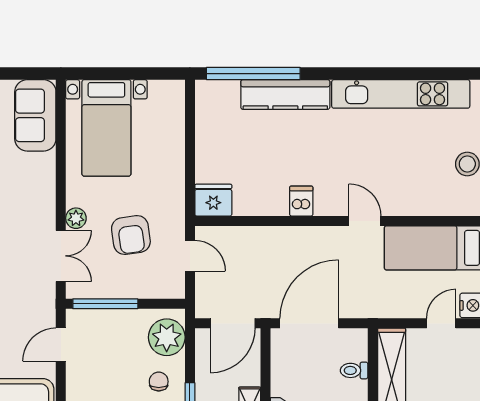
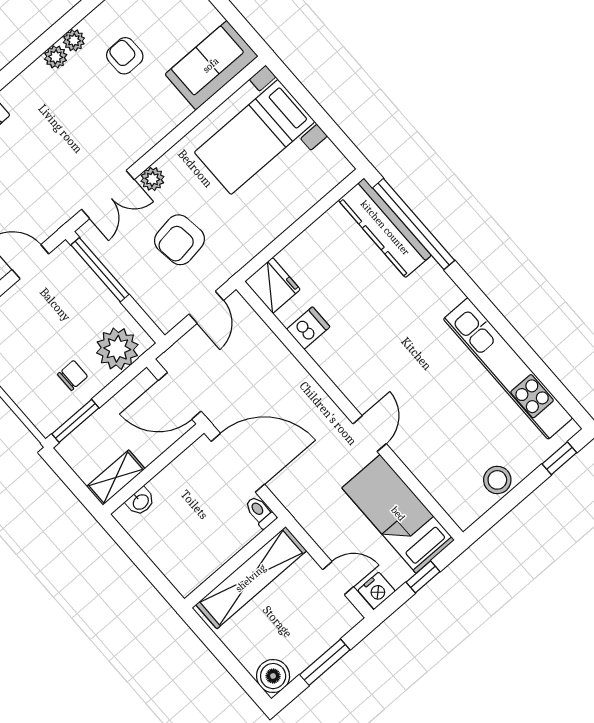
kitchen counter: (285, 94) -> (385, 228), moved
dishwasher: (301, 201) -> (308, 328), moved
toilet: (354, 370) -> (260, 512), moved

